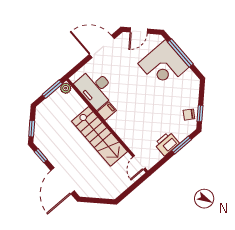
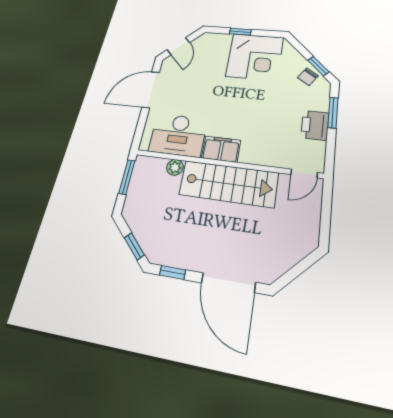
window: (180, 53) -> (240, 32), width x0.46
corner desk: (163, 65) -> (255, 57), moved
plant: (66, 88) -> (175, 167), moved
filing cabinet: (107, 111) -> (221, 149), width x2.00
door: (139, 162) -> (304, 173), hinge flipped

